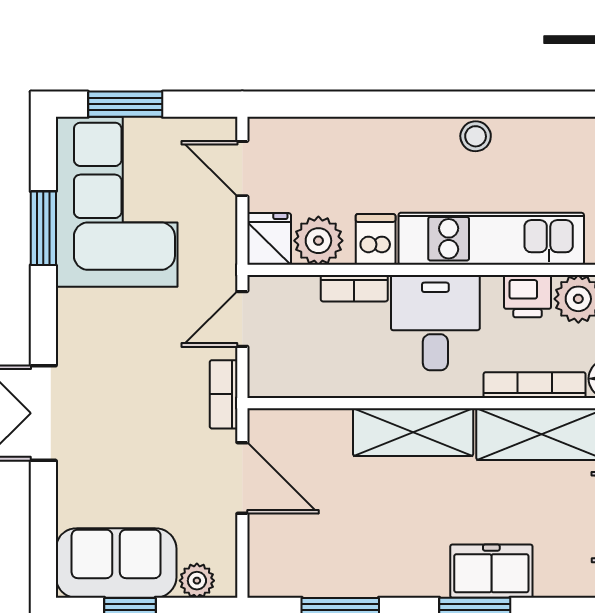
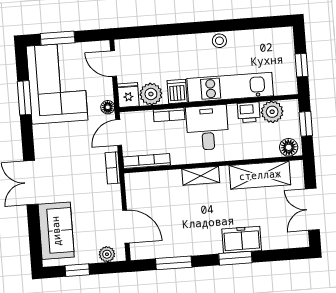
floor lamp: (223, 262) -> (108, 107), added
bookcase: (535, 385) -> (147, 161), moved
shelving: (413, 432) -> (201, 176), width x0.67, depth x0.75
door: (242, 478) -> (126, 227), moved
sofa: (116, 563) -> (56, 231), moved, turned 90

